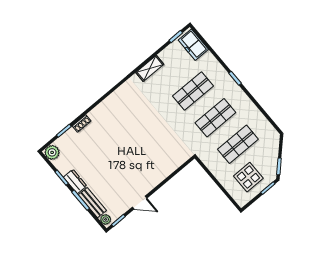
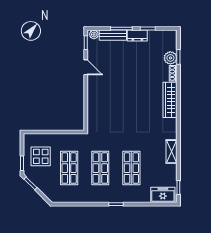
wardrobe: (107, 107) -> (170, 100), added
plant: (52, 152) -> (170, 58), moved
door: (140, 203) -> (86, 67), swing flipped

